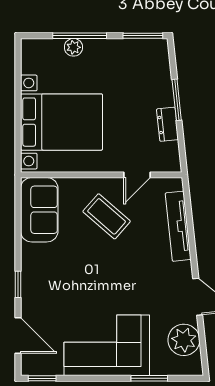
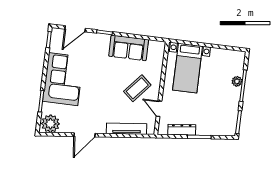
bed with nightstands: (61, 122) -> (188, 68), width x0.73
dresser: (167, 124) -> (182, 130), width x1.44
sofa: (39, 210) -> (129, 48), moved
plant: (184, 340) -> (50, 124), moved

